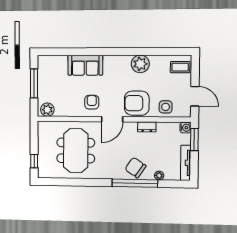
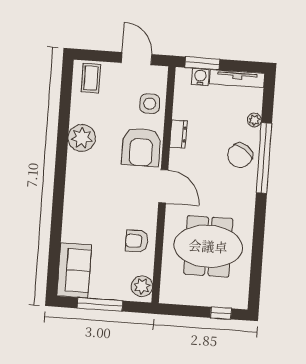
sofa: (85, 65) -> (74, 270), moved
door: (195, 96) -> (137, 59), hinge flipped
armchair: (92, 102) -> (137, 241), moved
water cooler: (185, 128) -> (200, 77), moved

